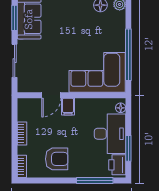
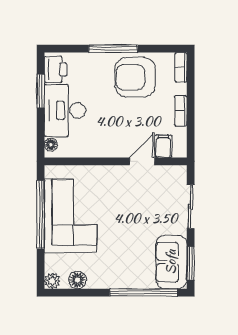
corner sofa: (97, 72) -> (71, 216), moved, turned -90
filing cabinet: (68, 107) -> (163, 146), moved
armchair: (57, 159) -> (135, 77), width x1.36, depth x1.36
window: (95, 181) -> (113, 49), moved

